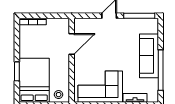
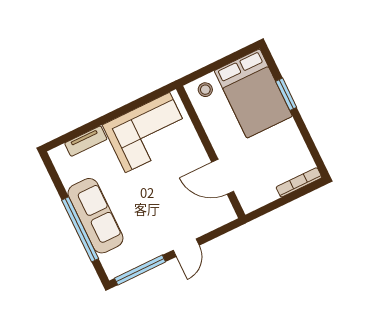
door: (72, 44) -> (223, 177), hinge flipped
window: (161, 70) -> (80, 229), moved

